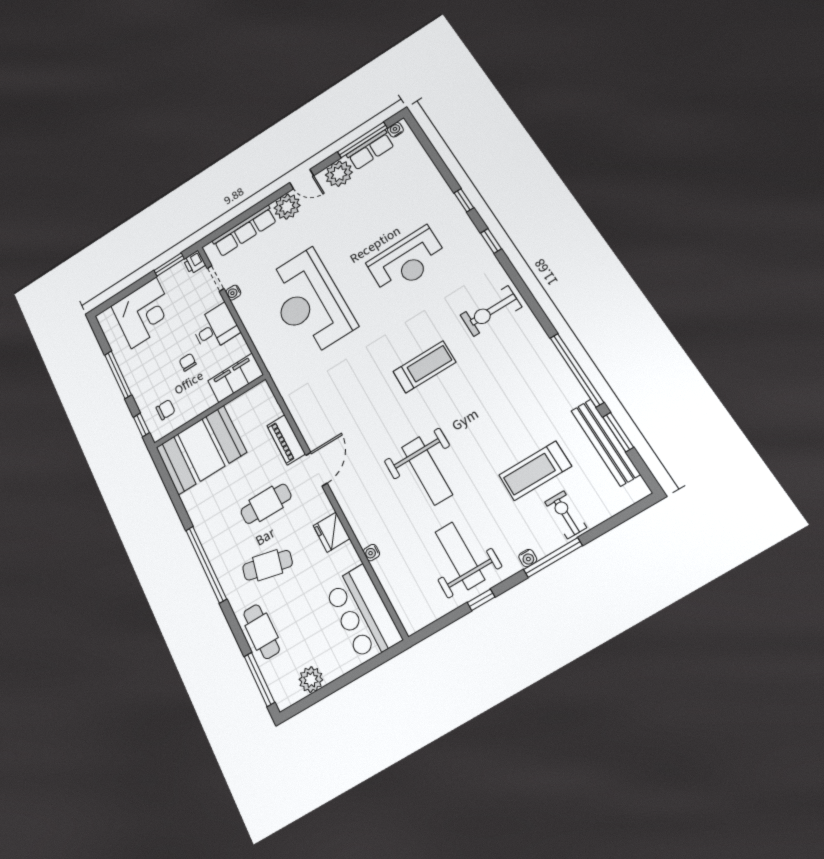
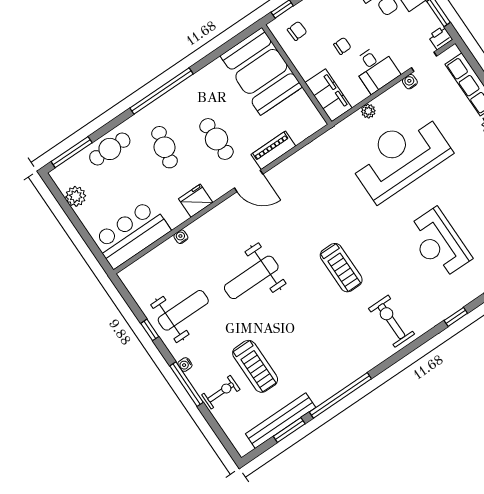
plant: (257, 336) -> (368, 111), added
chair: (166, 410) -> (297, 31), turned -93
treadmill: (535, 471) -> (255, 366), turned 180

